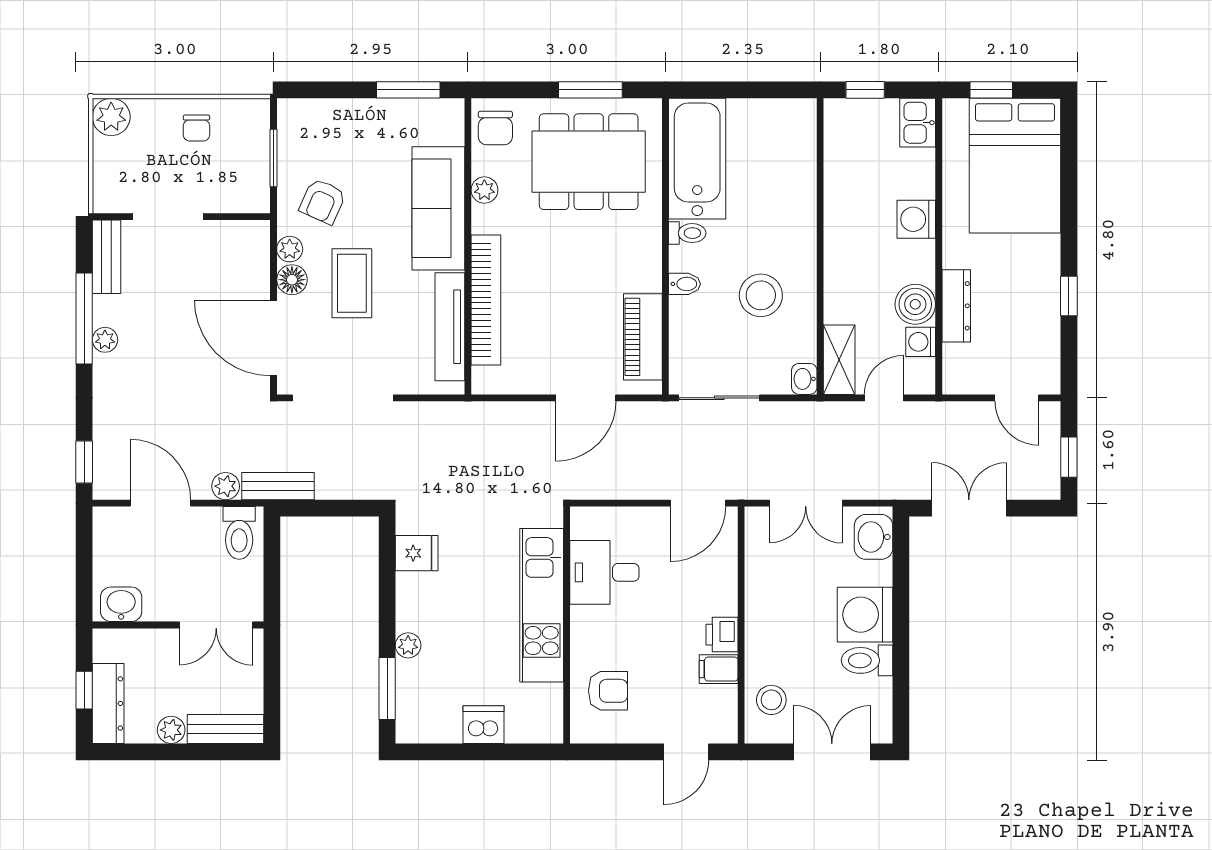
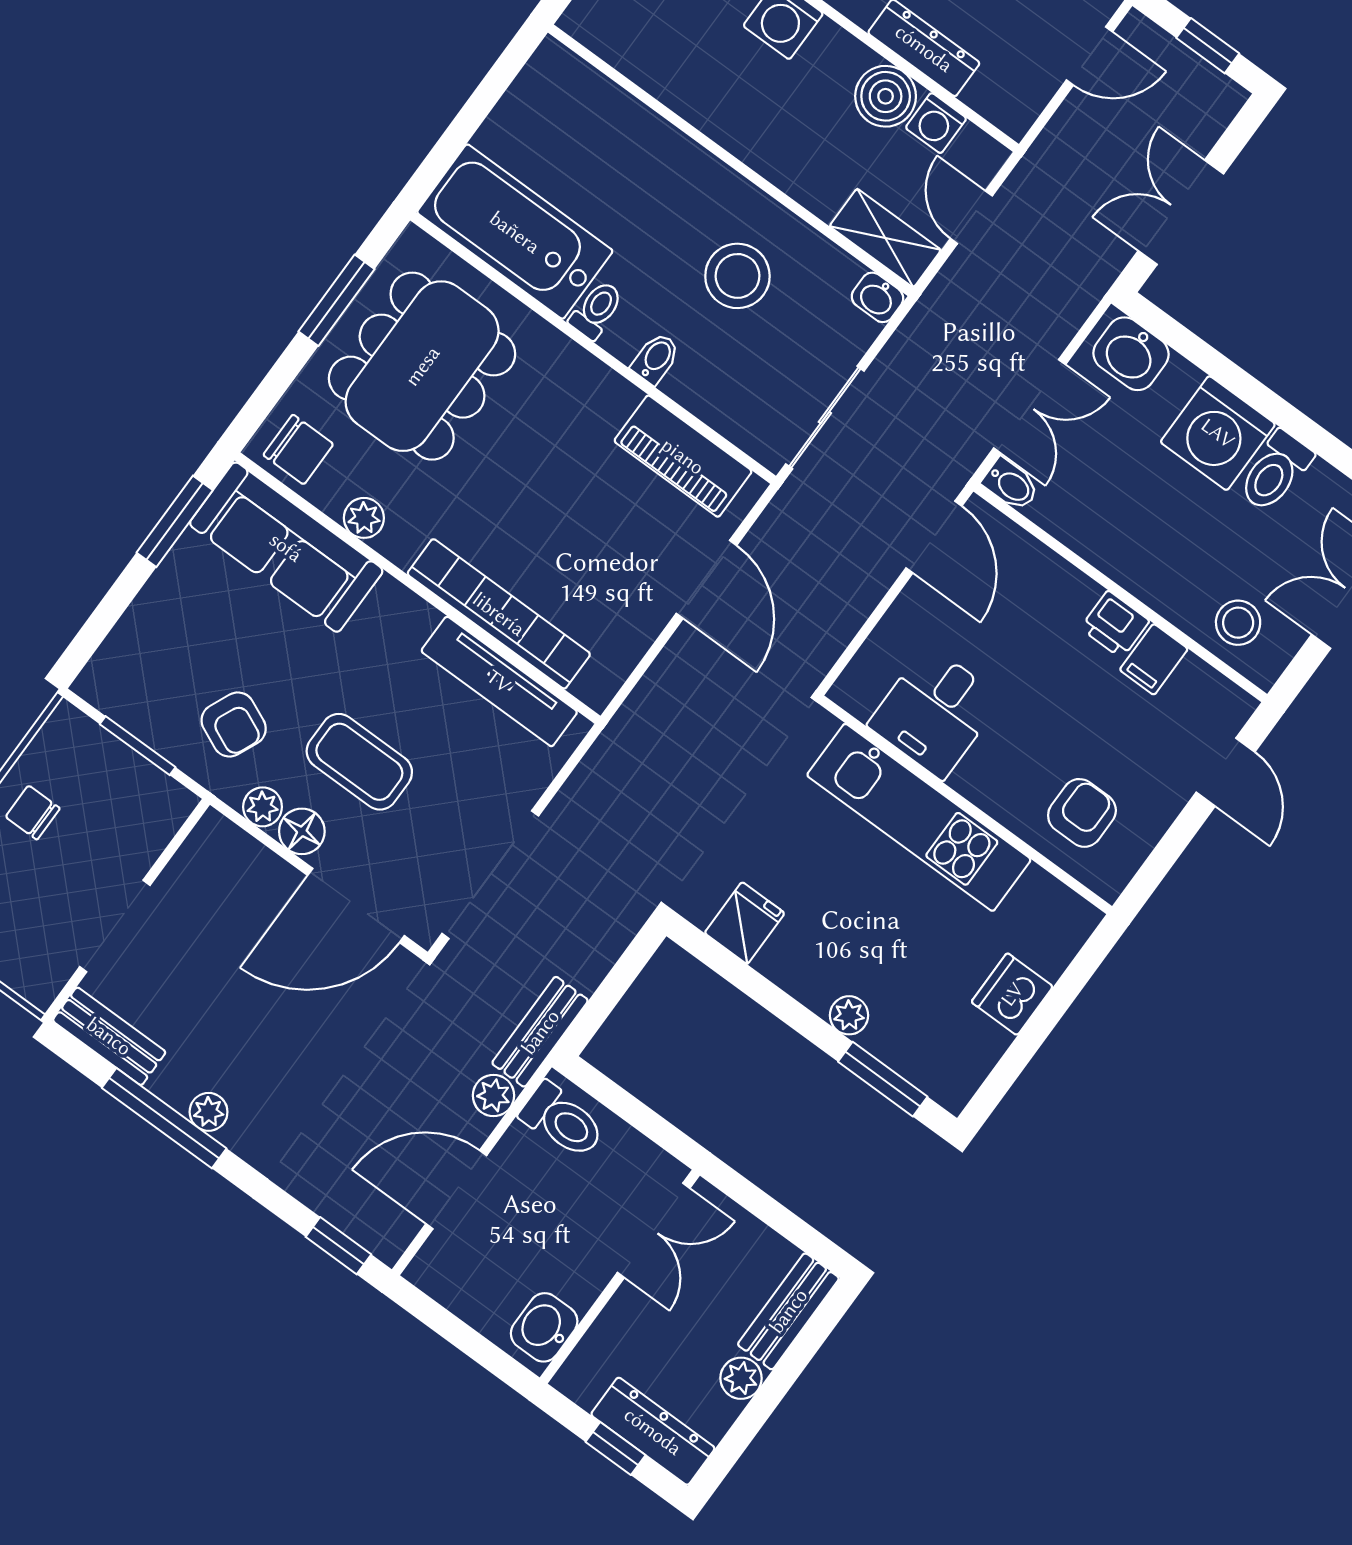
chair: (196, 128) -> (33, 813), turned 180
sofa: (438, 208) -> (286, 547), moved
bidet: (756, 524) -> (1011, 485), added

